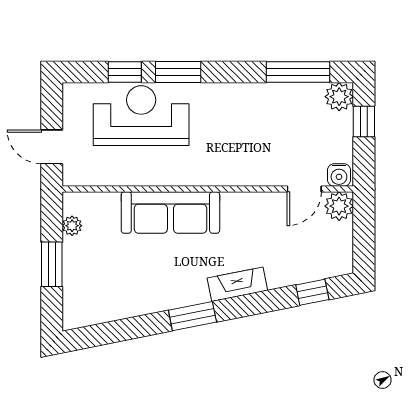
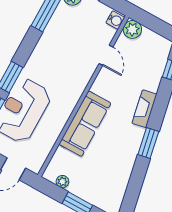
door: (304, 189) -> (106, 55), moved

